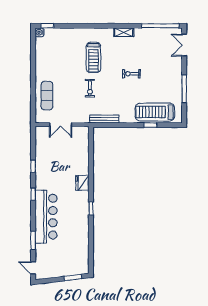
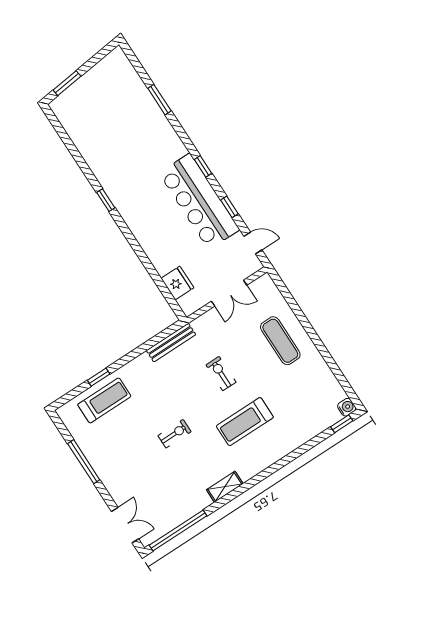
treadmill: (93, 57) -> (245, 422), turned -90
exercise mat: (47, 96) -> (280, 341), moved
treadmill: (155, 112) -> (104, 400), width x0.73, depth x0.73
double door: (61, 125) -> (229, 293), swing flipped
fridge: (82, 183) -> (177, 283), moved
bar counter: (46, 217) -> (199, 201), moved
door: (33, 268) -> (253, 243), moved

